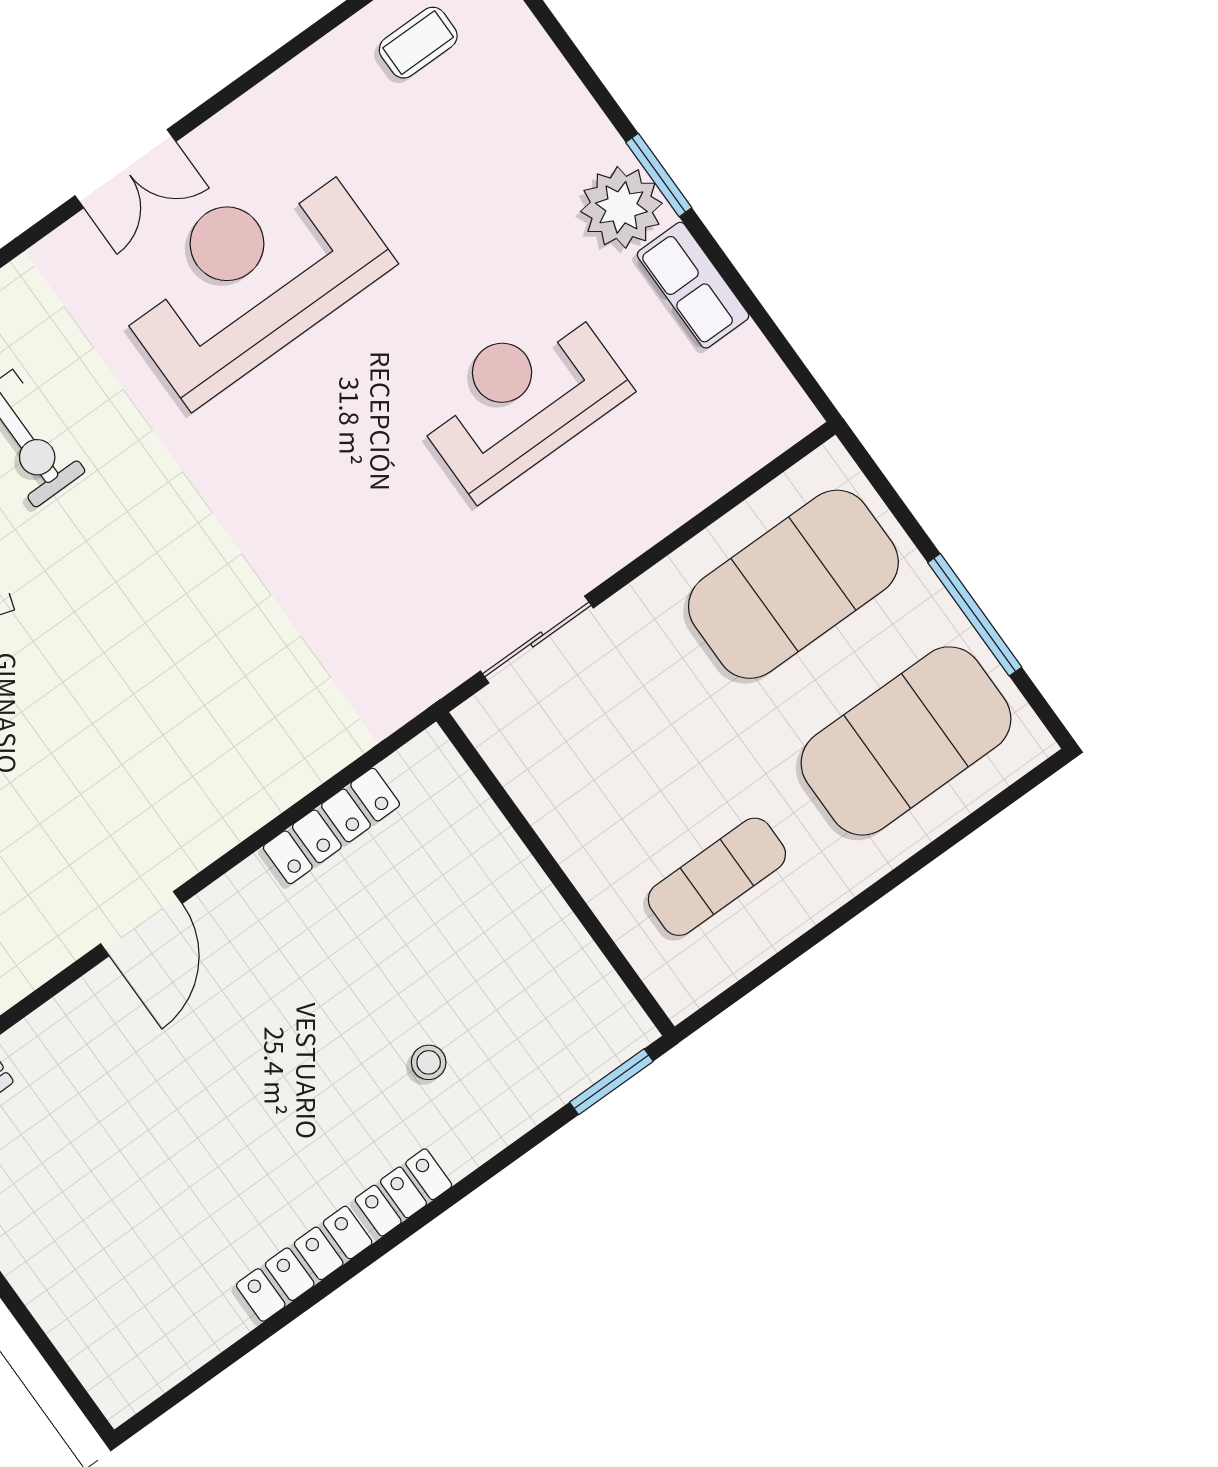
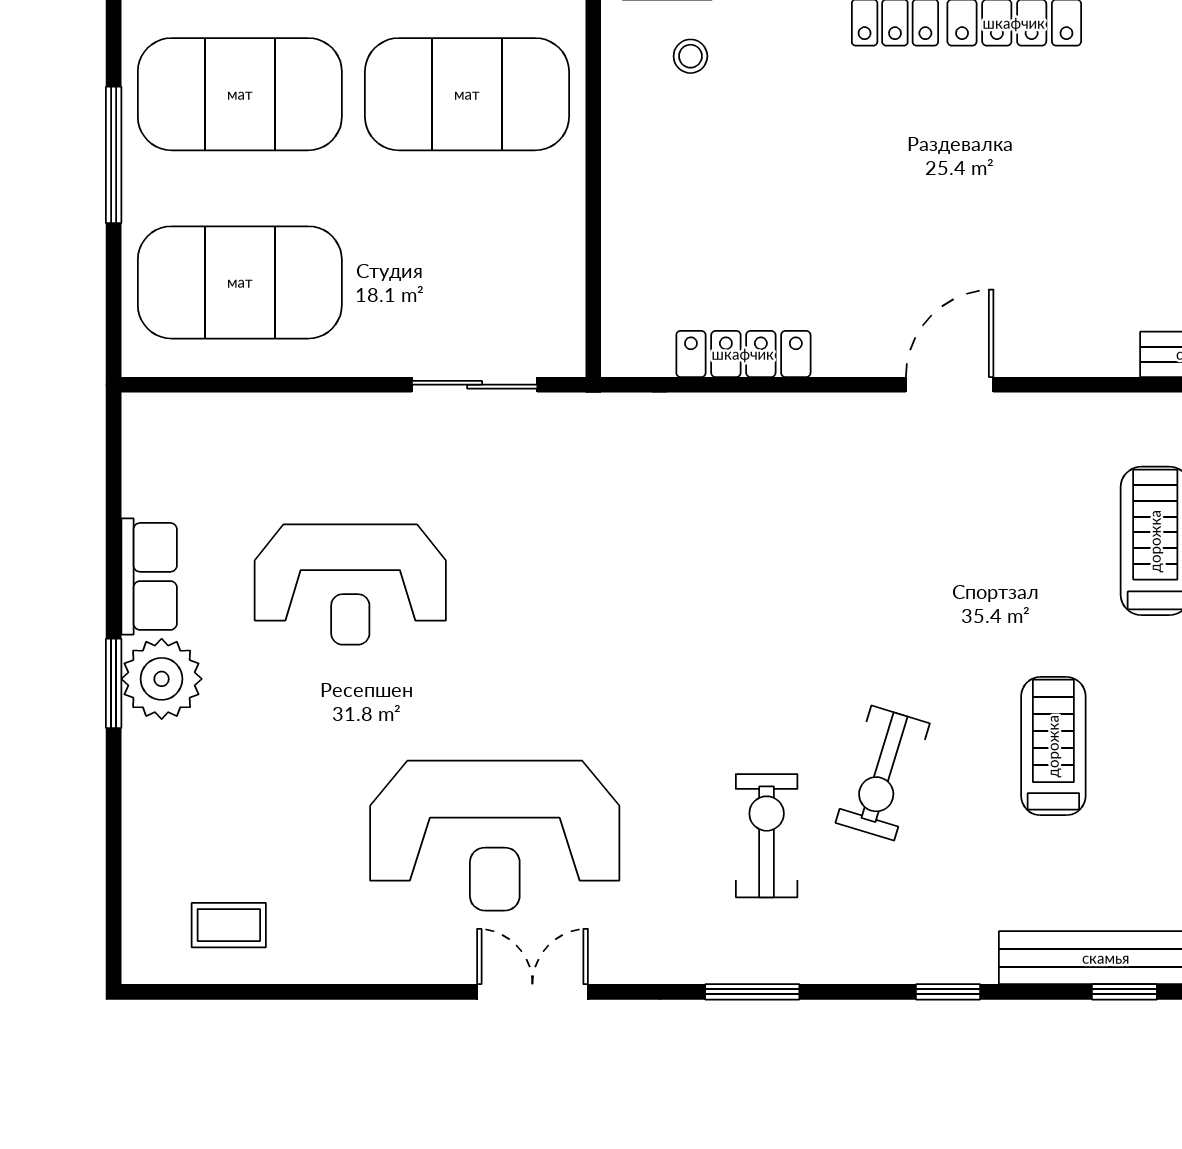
exercise mat: (717, 877) -> (467, 94), width x2.00, depth x1.45
stool: (429, 1062) -> (690, 56), moved

